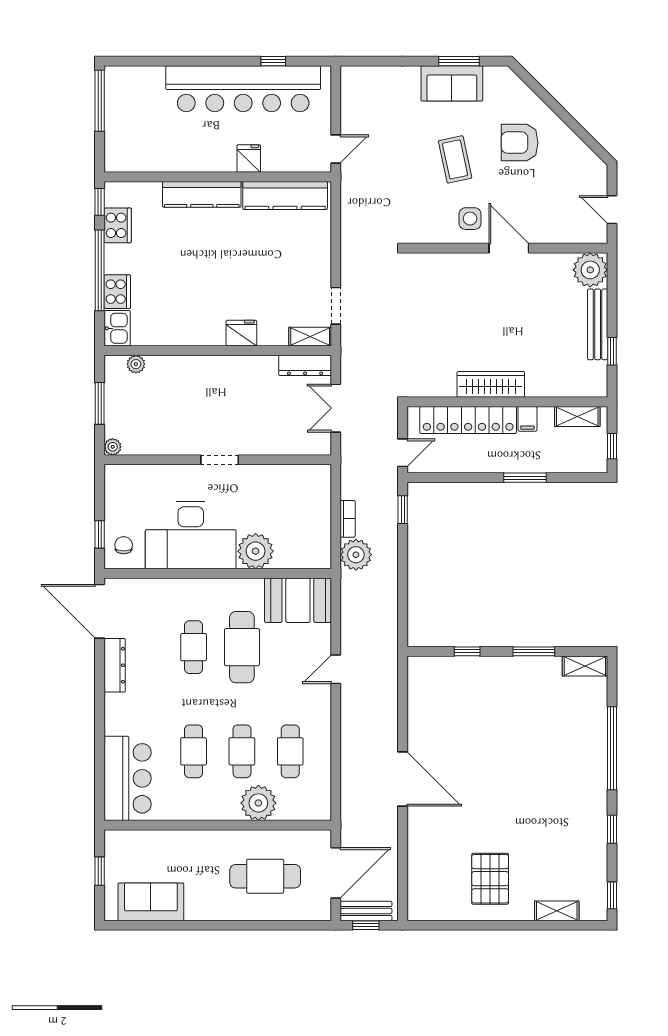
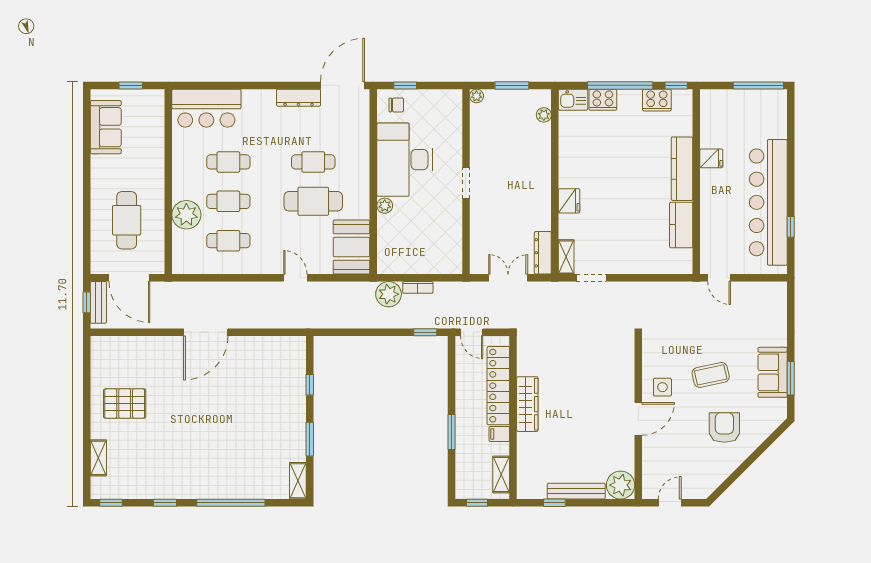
fridge: (249, 159) -> (711, 158), moved
kitchen counter: (285, 195) -> (681, 225), width x0.67
plant: (256, 551) -> (385, 206), width x0.53, depth x0.53

